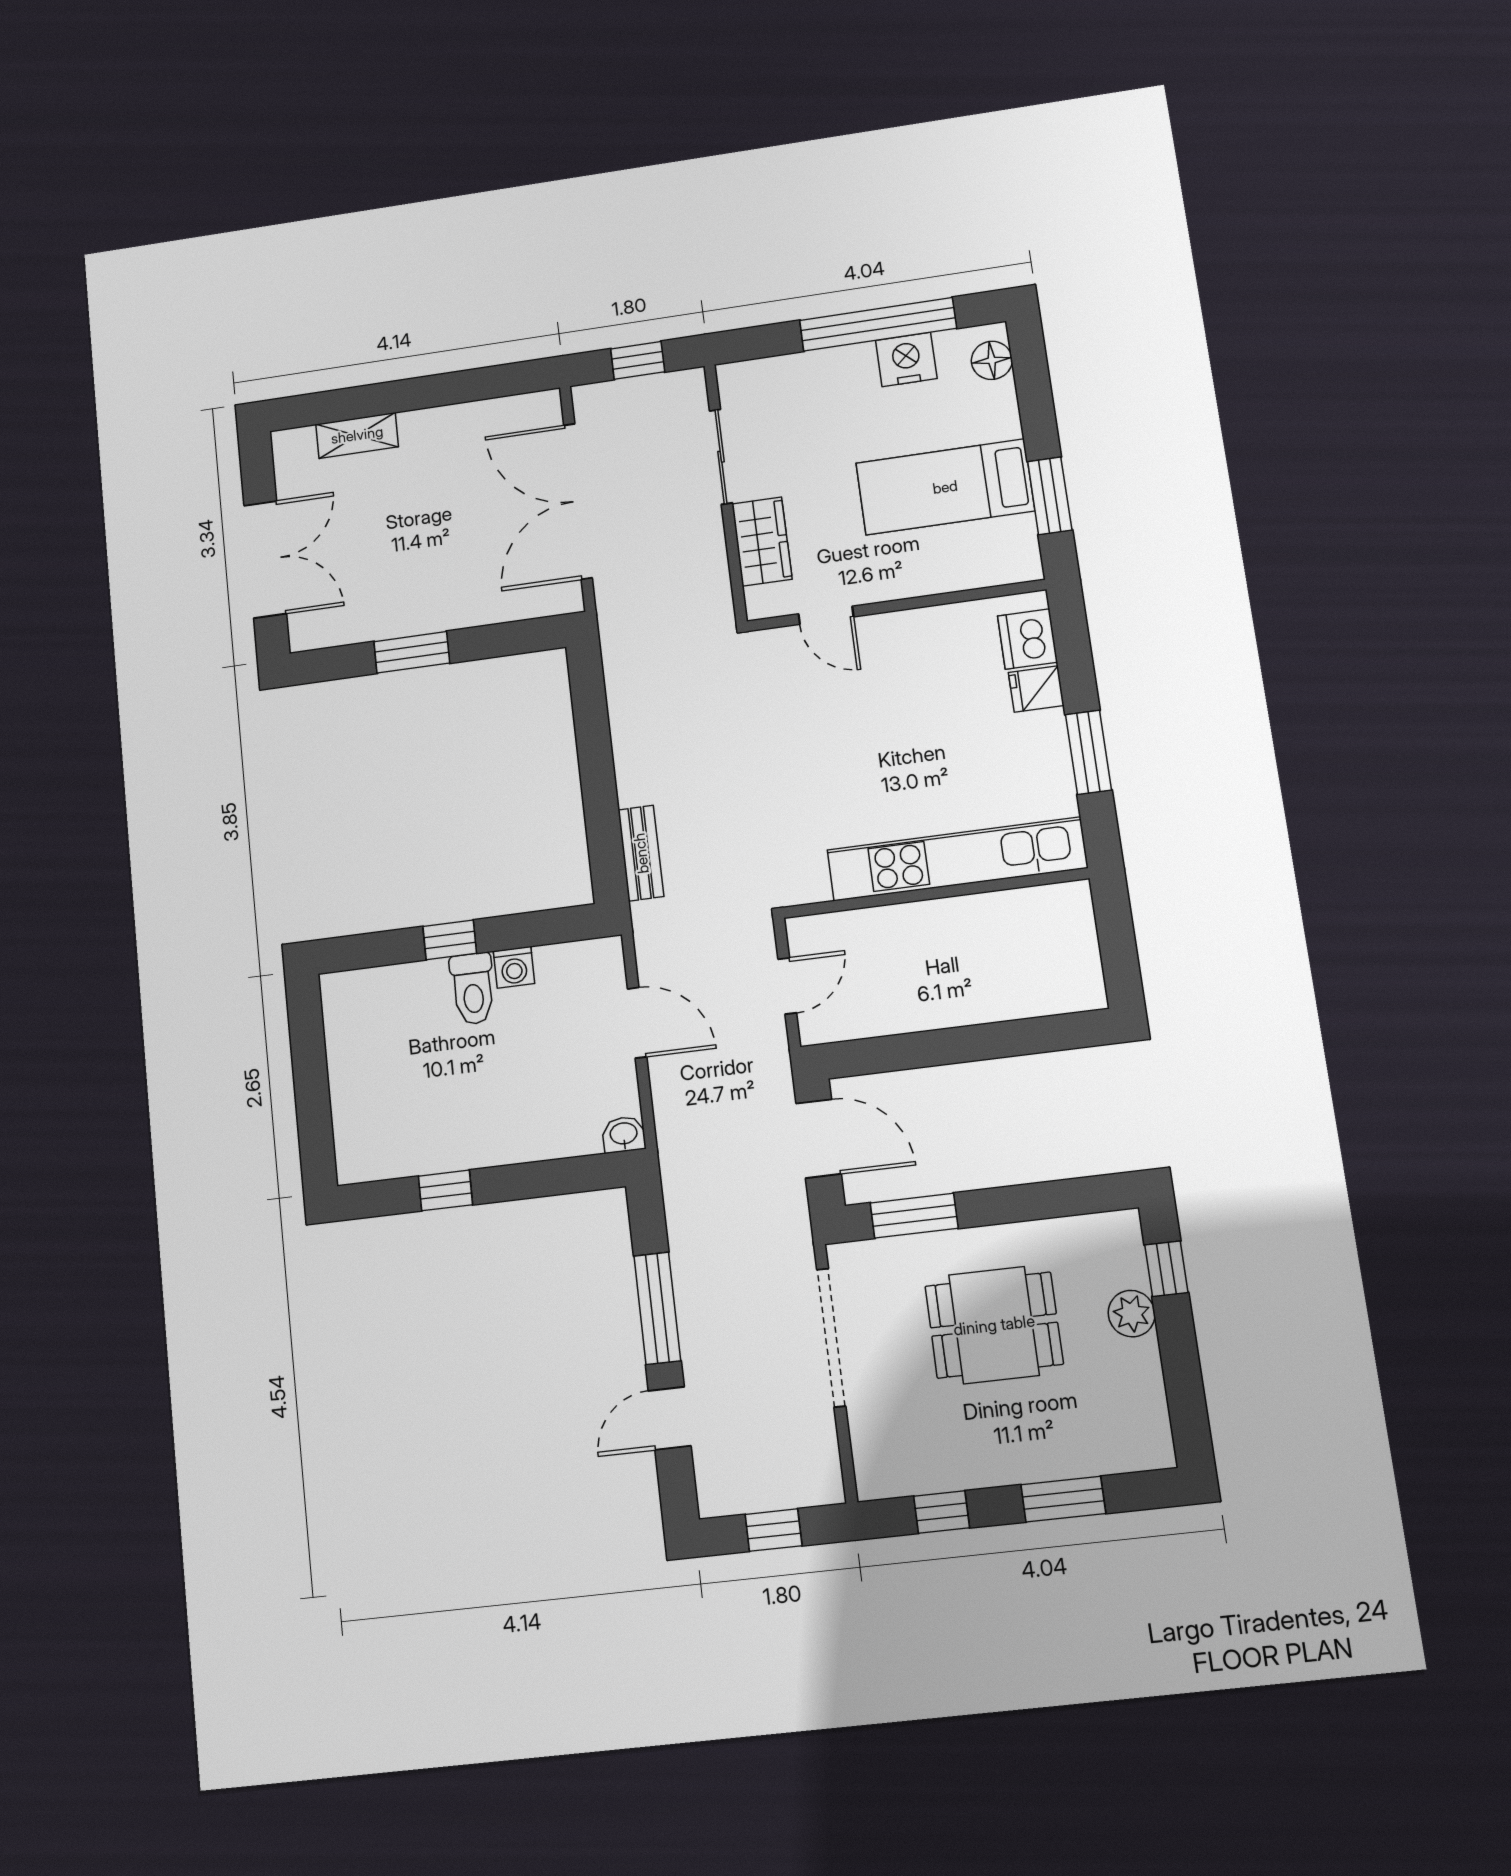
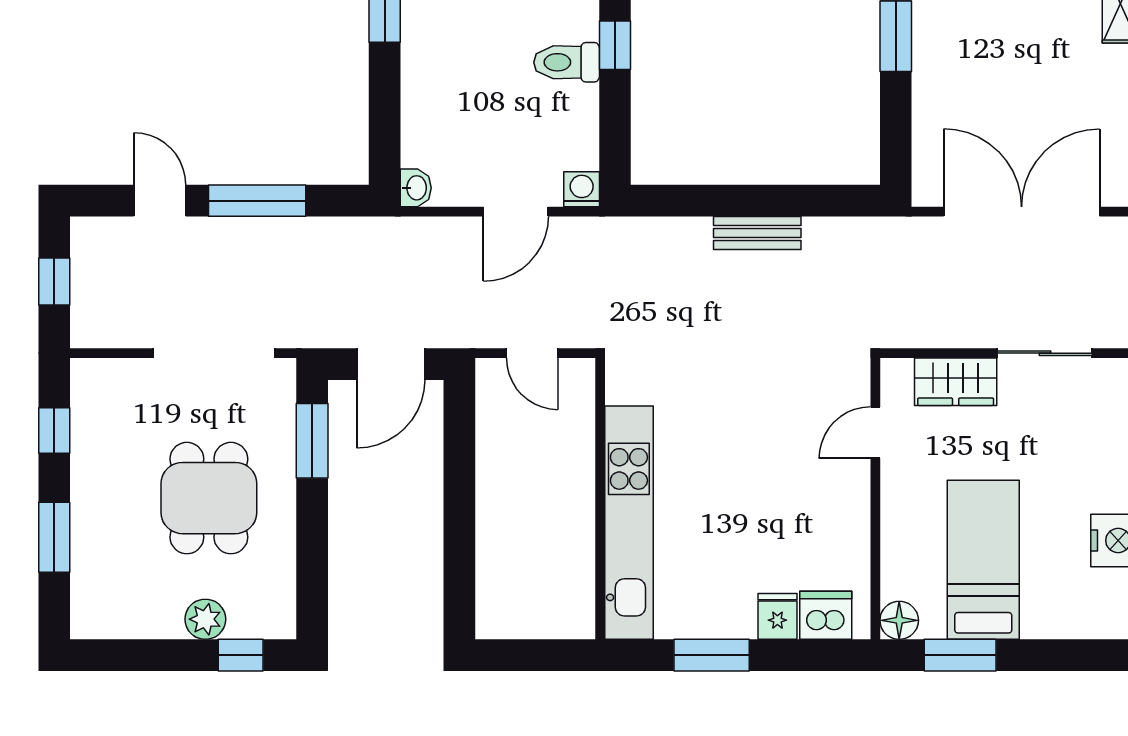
floor lamp: (992, 360) -> (899, 620), moved
bench: (641, 853) -> (757, 233), moved
washing machine: (514, 967) -> (582, 189), moved, turned 90

